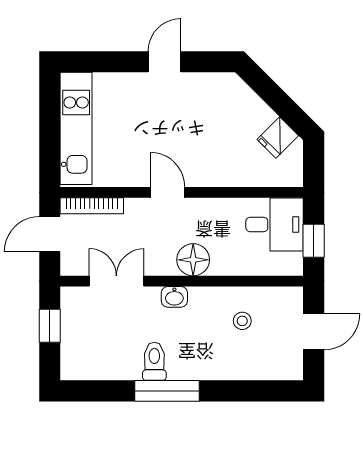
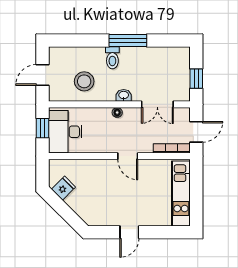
desk: (275, 225) -> (65, 132), width x1.37
floor lamp: (193, 260) -> (117, 113), width x0.53, depth x0.53
stool: (242, 321) -> (84, 81), width x1.89, depth x1.89
toilet: (154, 361) -> (112, 58), moved

